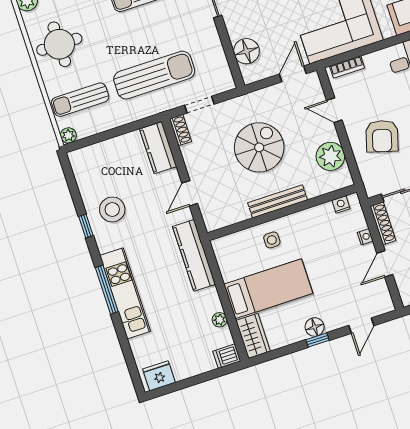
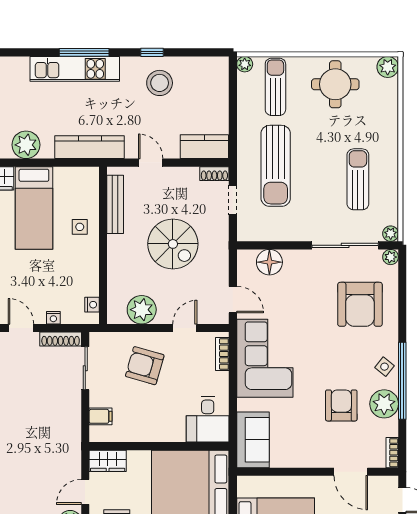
bench: (278, 201) -> (115, 204), moved
plant: (220, 320) -> (26, 145), width x1.88, depth x1.88

